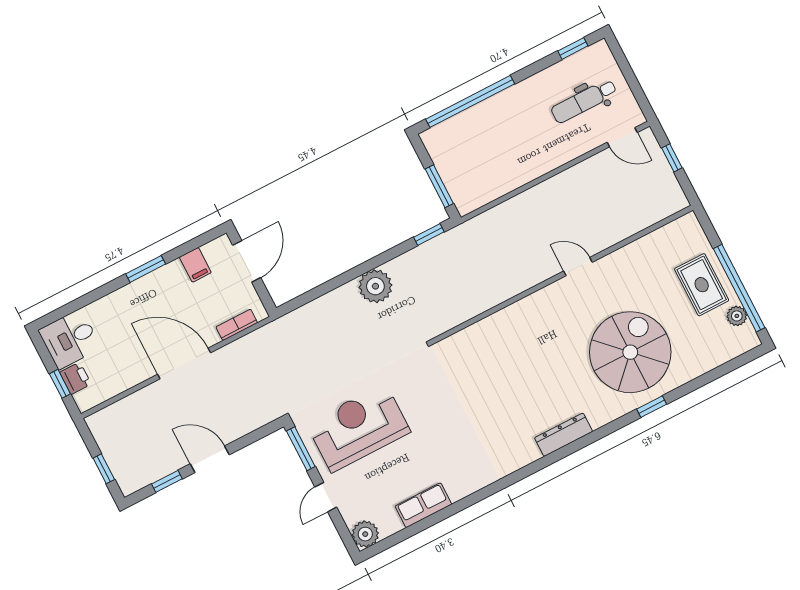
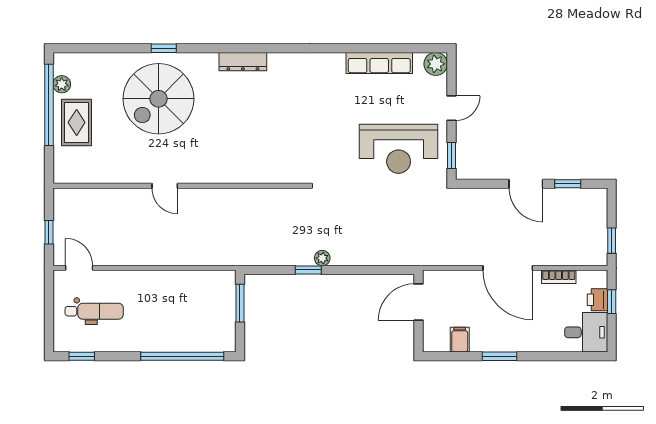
window: (429, 234) -> (308, 270), moved
door: (247, 261) -> (419, 302), moved
plant: (375, 286) -> (322, 258), width x0.53, depth x0.53
bookcase: (237, 325) -> (559, 277), moved
window: (301, 449) -> (451, 156), width x0.67
window: (104, 469) -> (612, 241), moved
row of seats: (423, 505) -> (379, 63), width x1.48

